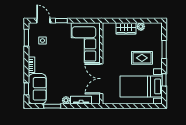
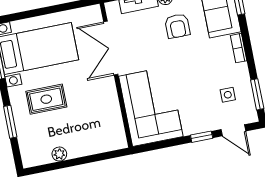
wardrobe: (126, 28) -> (85, 146), removed
double door: (101, 79) -> (111, 48), swing flipped
armchair: (62, 84) -> (177, 26), added

